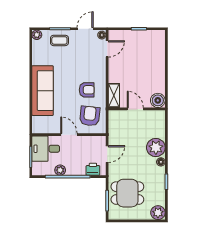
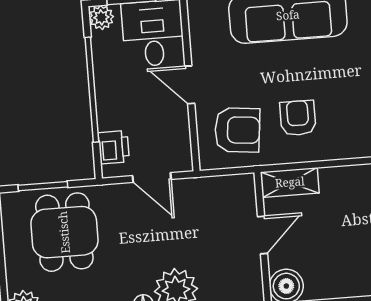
armchair: (87, 90) -> (298, 118), turned 180
door: (69, 135) -> (190, 85), swing flipped
plant: (60, 170) -> (101, 17), moved

